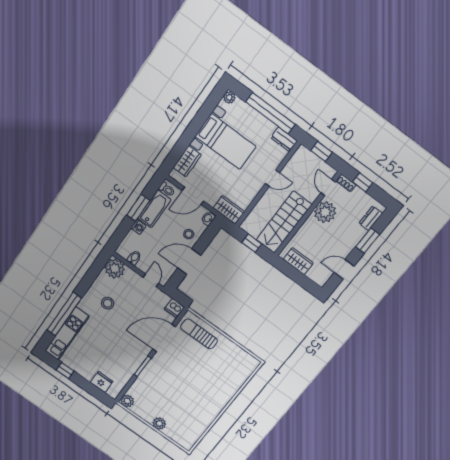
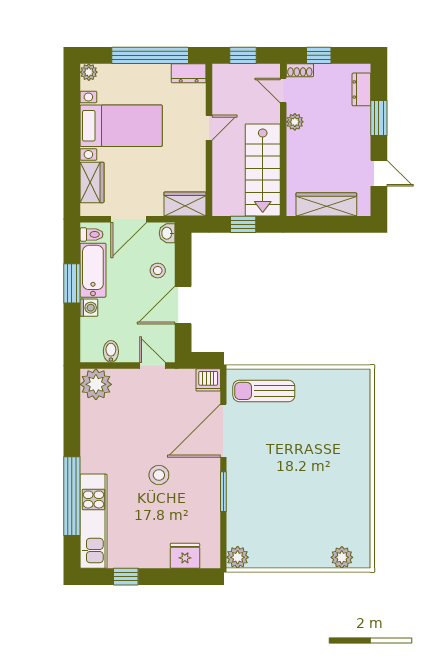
plant: (325, 212) -> (295, 122), width x0.53, depth x0.53
wardrobe: (298, 261) -> (326, 204), width x1.50
door: (344, 269) -> (379, 173), swing flipped
stool: (108, 303) -> (159, 475), moved
plant: (159, 423) -> (342, 557), moved

